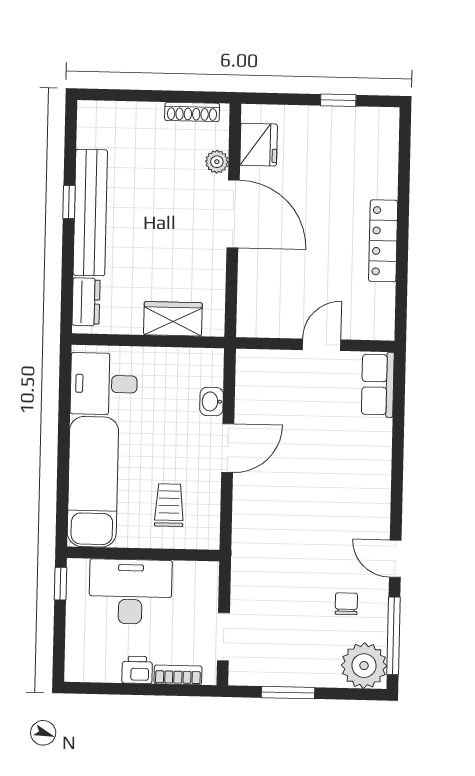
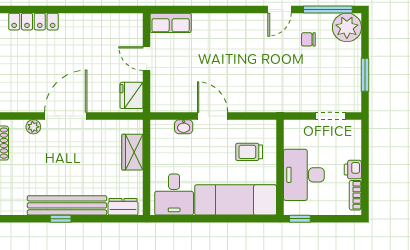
fridge: (259, 145) -> (131, 95), moved, turned -90
locker: (383, 241) -> (33, 22), moved
bookcase: (178, 675) -> (355, 195), moved

